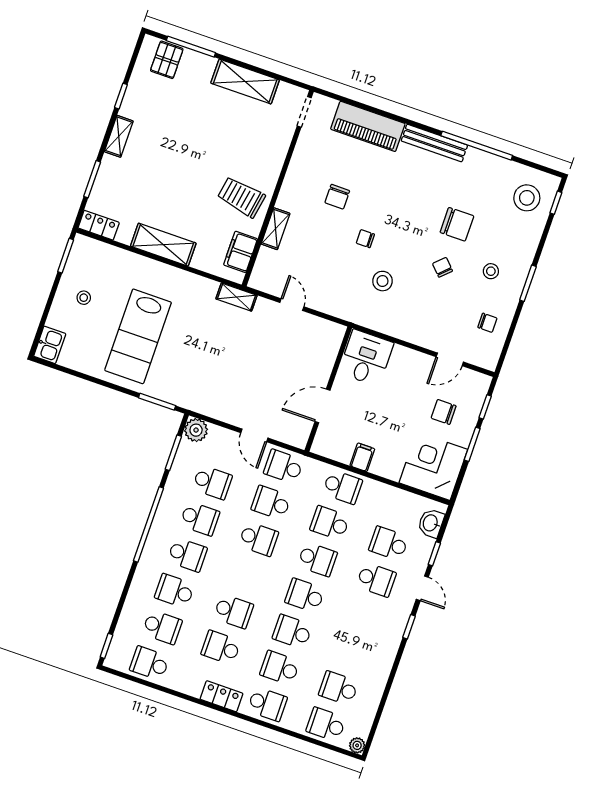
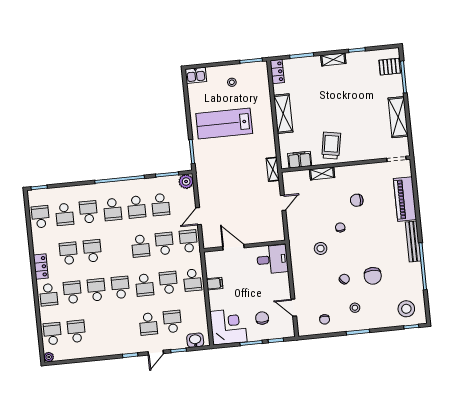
school desk: (233, 611) -> (92, 251), turned 180

